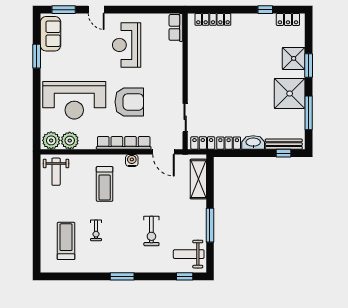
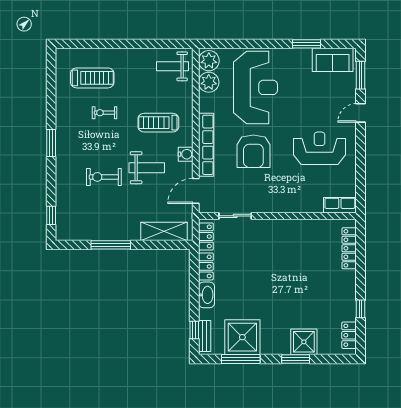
shower: (290, 94) -> (242, 337), moved
reception desk: (74, 100) -> (255, 87), turned 180
bench: (284, 144) -> (205, 336), width x0.73
weight bench: (189, 254) -> (147, 168), moved, turned 90

